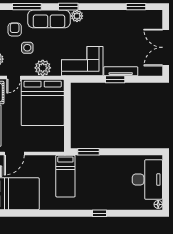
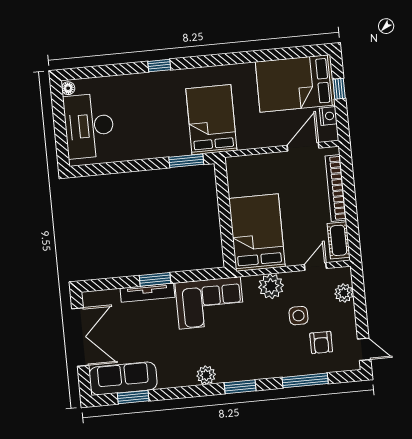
plant: (77, 16) -> (206, 375), moved
sofa: (49, 19) -> (123, 378), moved
bed: (43, 102) -> (257, 233), width x0.73
bed: (65, 176) -> (211, 120), width x1.50

